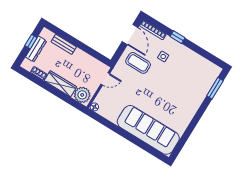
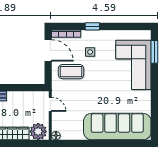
door: (105, 79) -> (50, 104), hinge flipped
corner sofa: (192, 88) -> (133, 65), added

